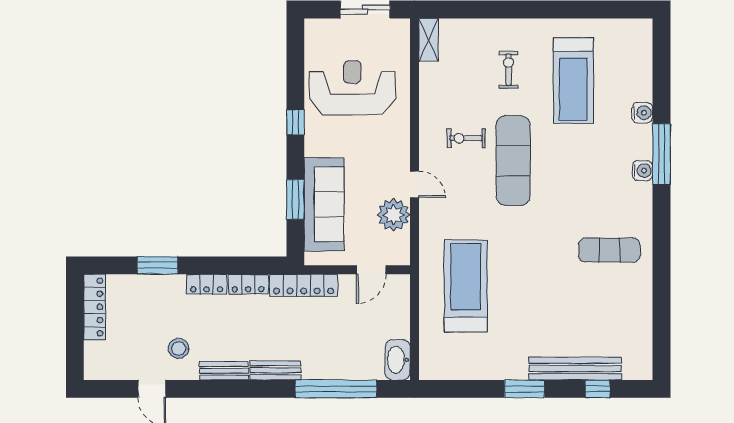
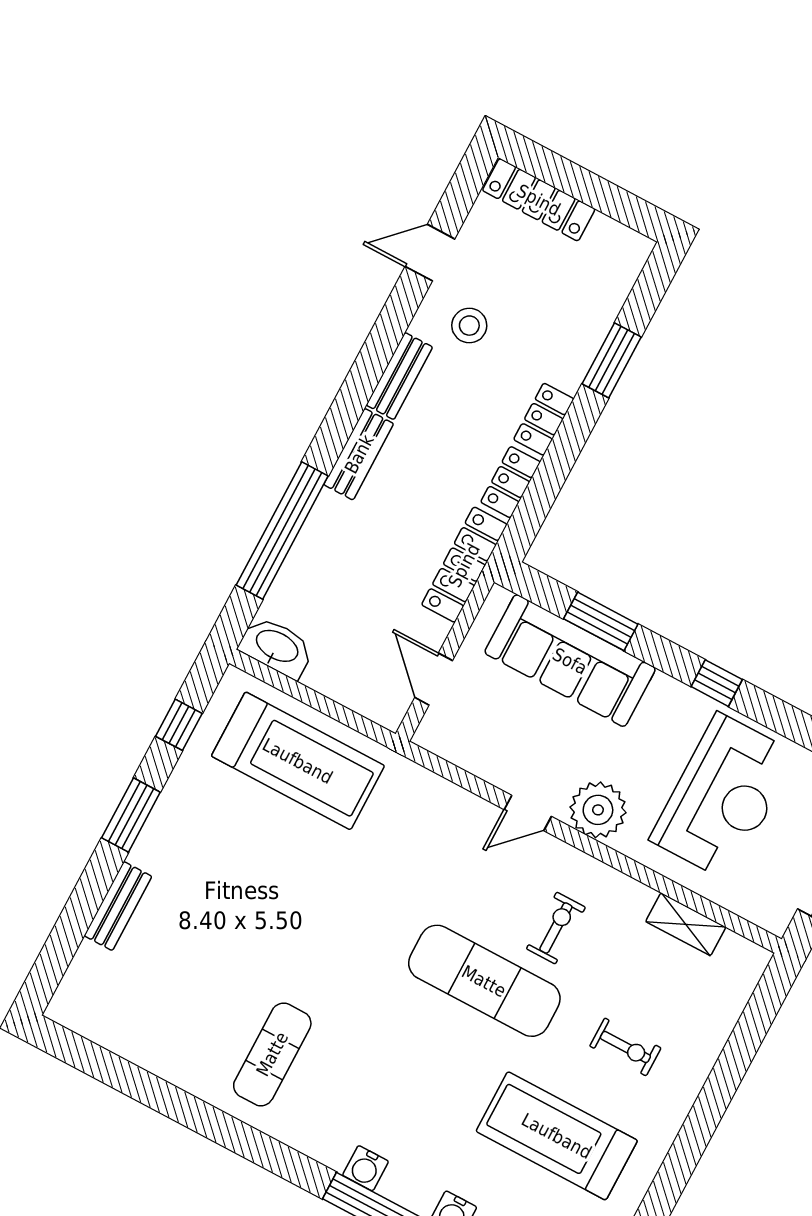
shelving: (429, 40) -> (686, 924), moved
plant: (394, 215) -> (598, 810), moved
treadmill: (466, 286) -> (298, 761), moved
locker: (95, 307) -> (539, 200), moved
bench: (575, 369) -> (118, 906), width x0.54, depth x0.82
window: (598, 389) -> (179, 725), moved

